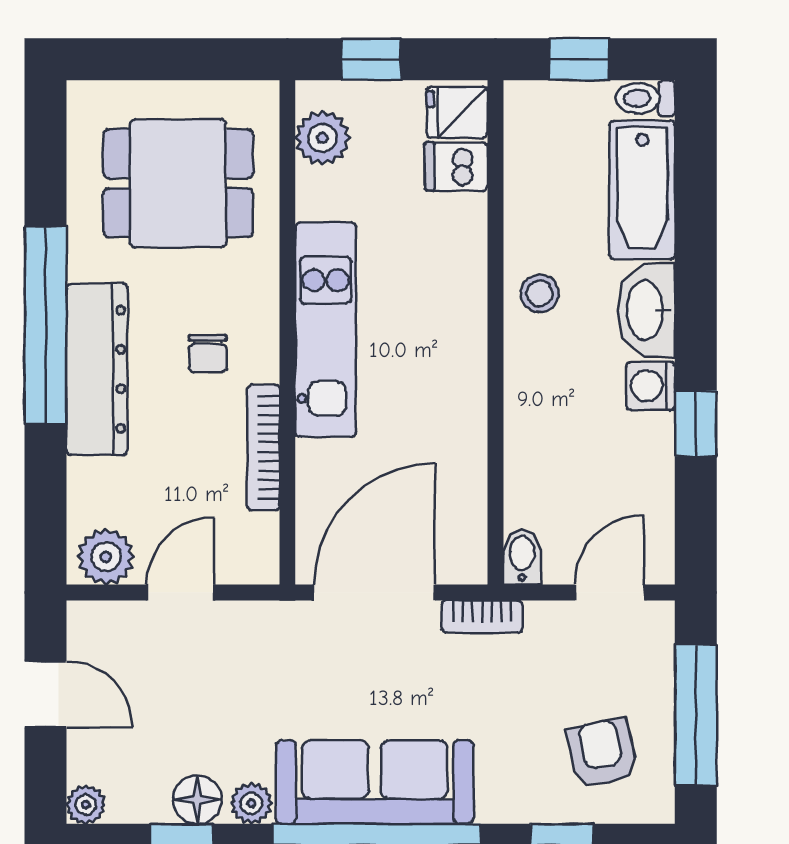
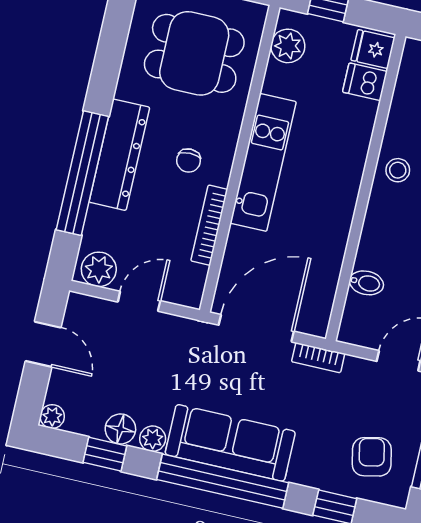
window: (46, 325) -> (82, 173), moved
bidet: (522, 557) -> (366, 283), moved, turned 90

